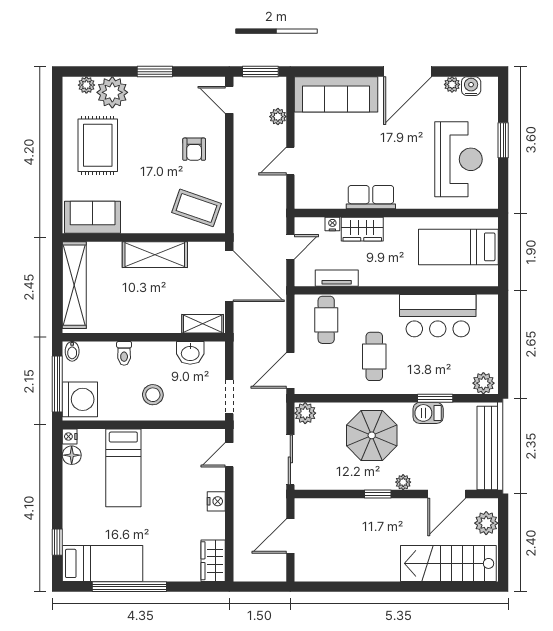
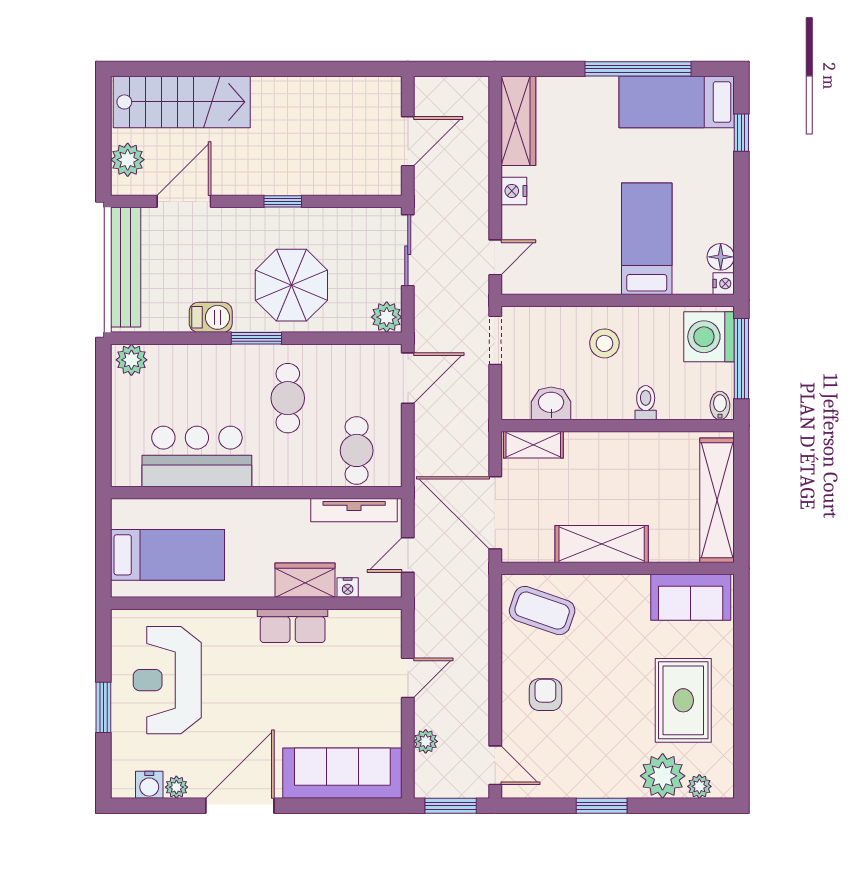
tv unit: (337, 278) -> (354, 510), width x1.41
window: (435, 398) -> (256, 338), moved
plant: (403, 482) -> (246, 218), removed
wardrobe: (213, 561) -> (518, 121), width x1.50

